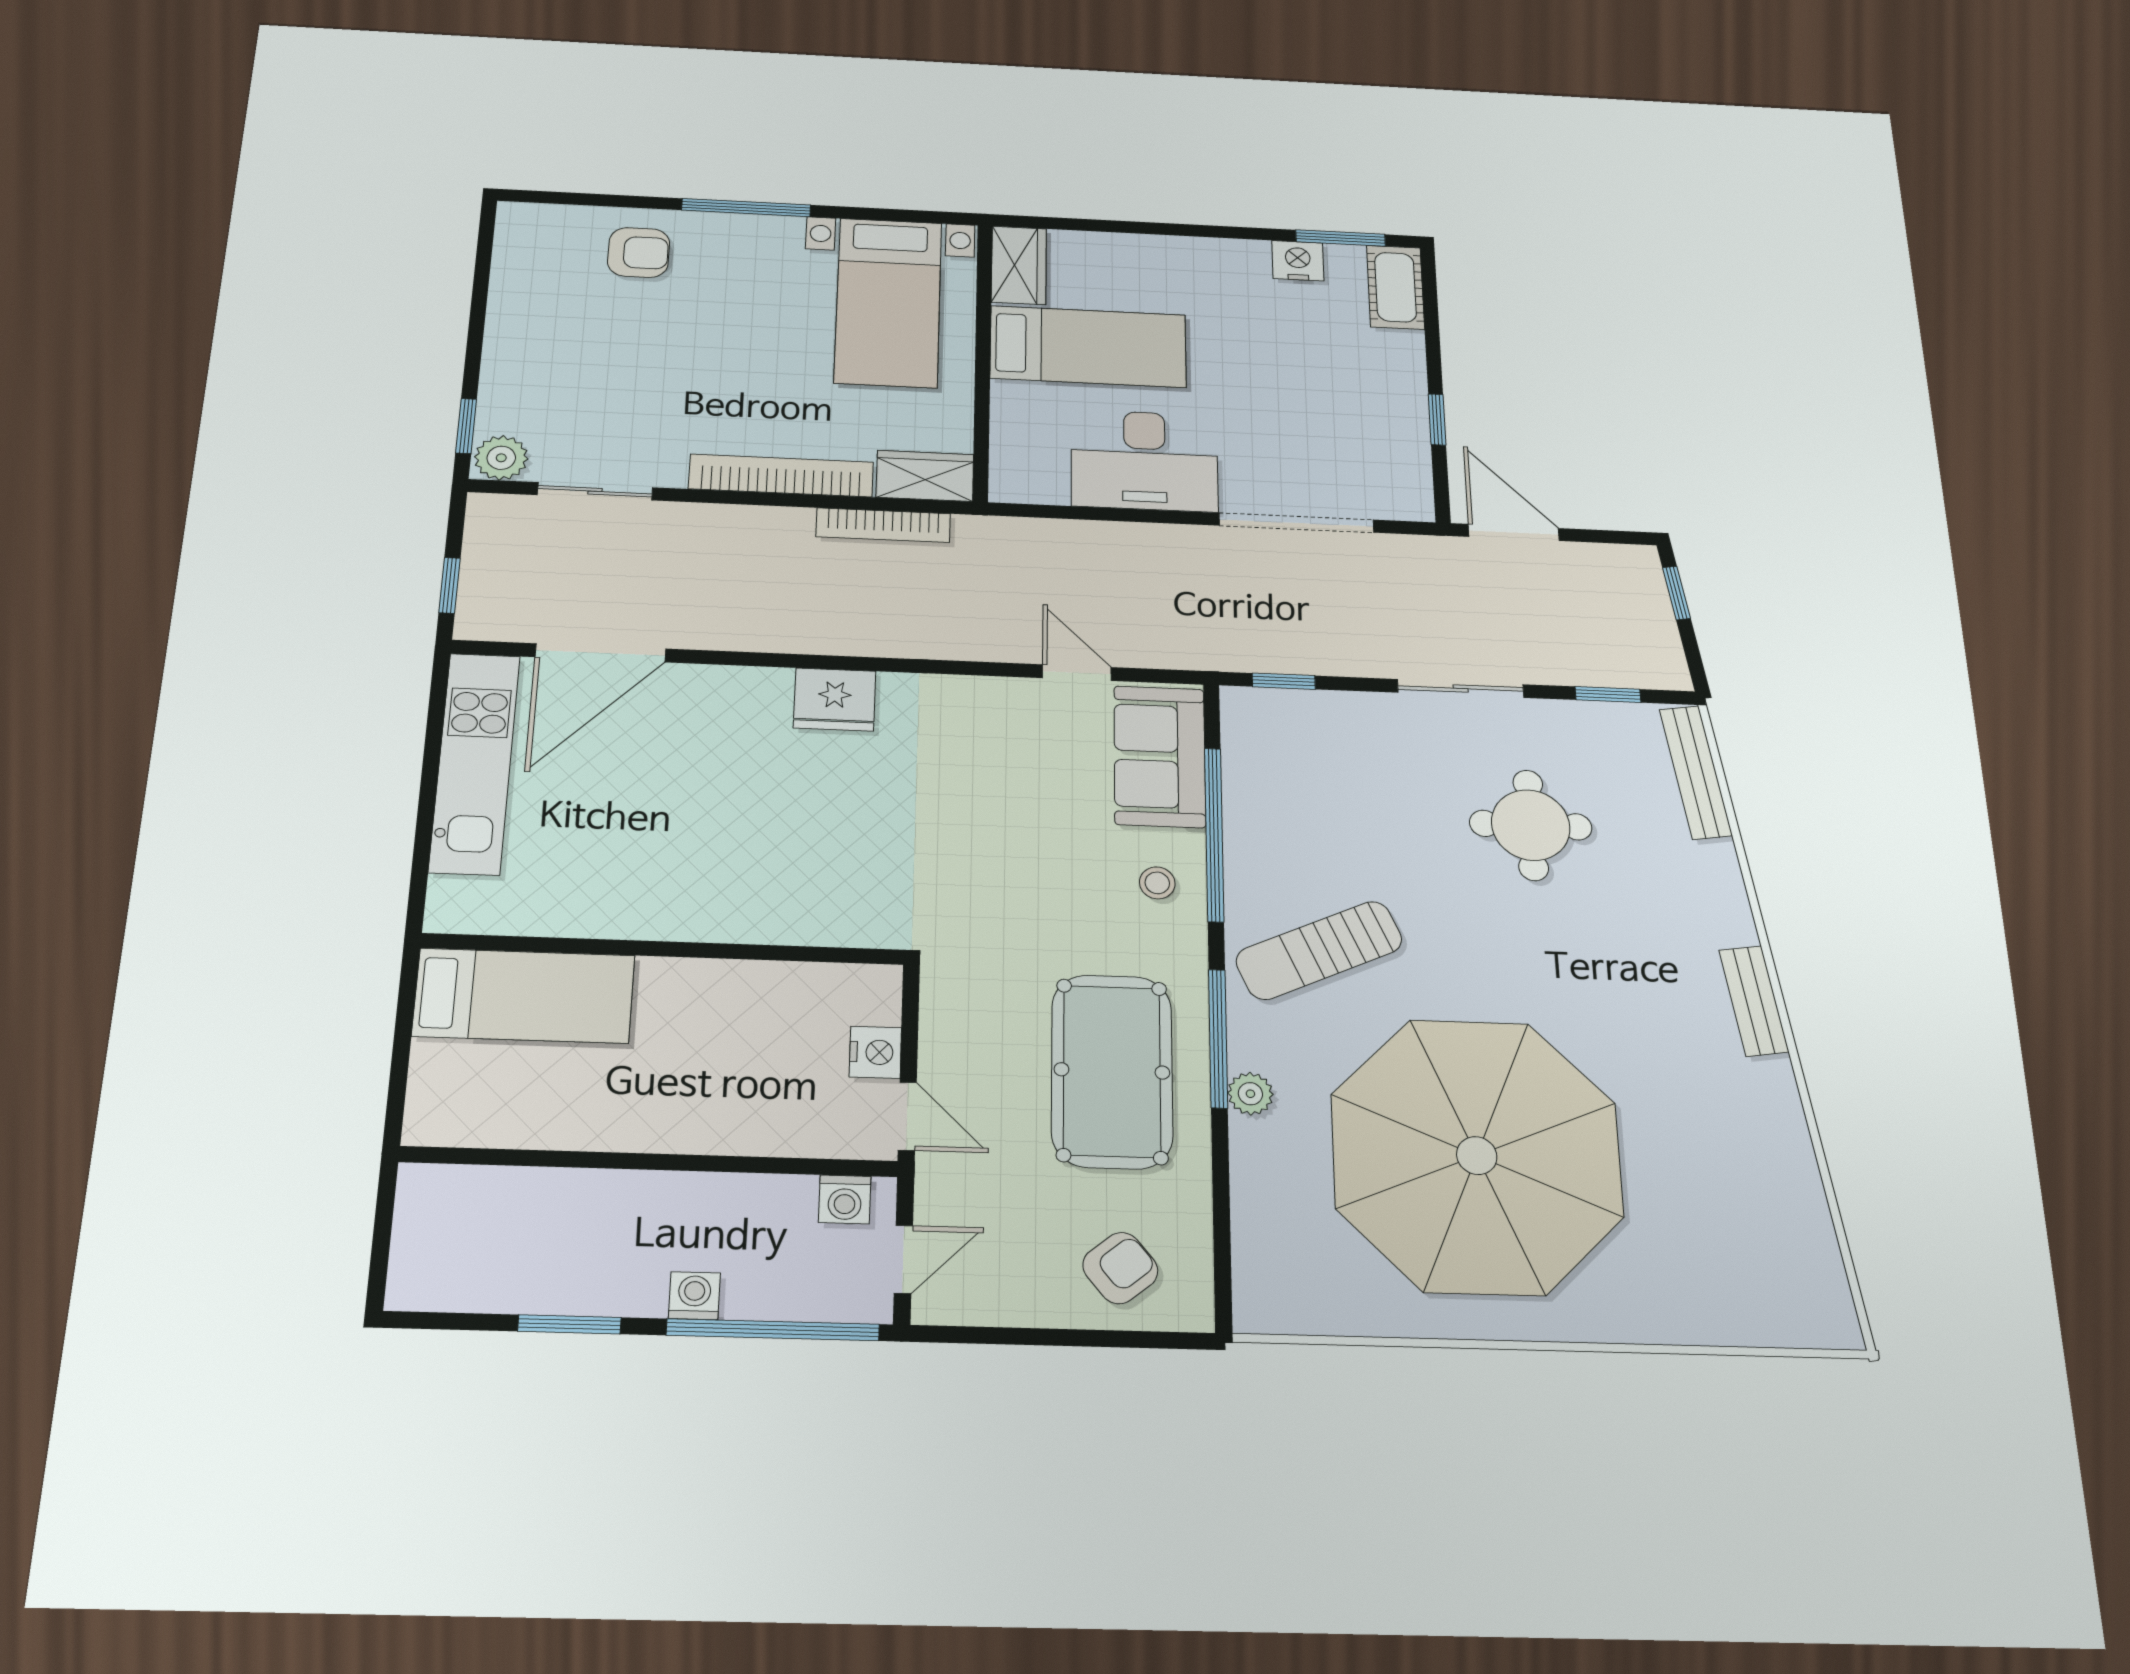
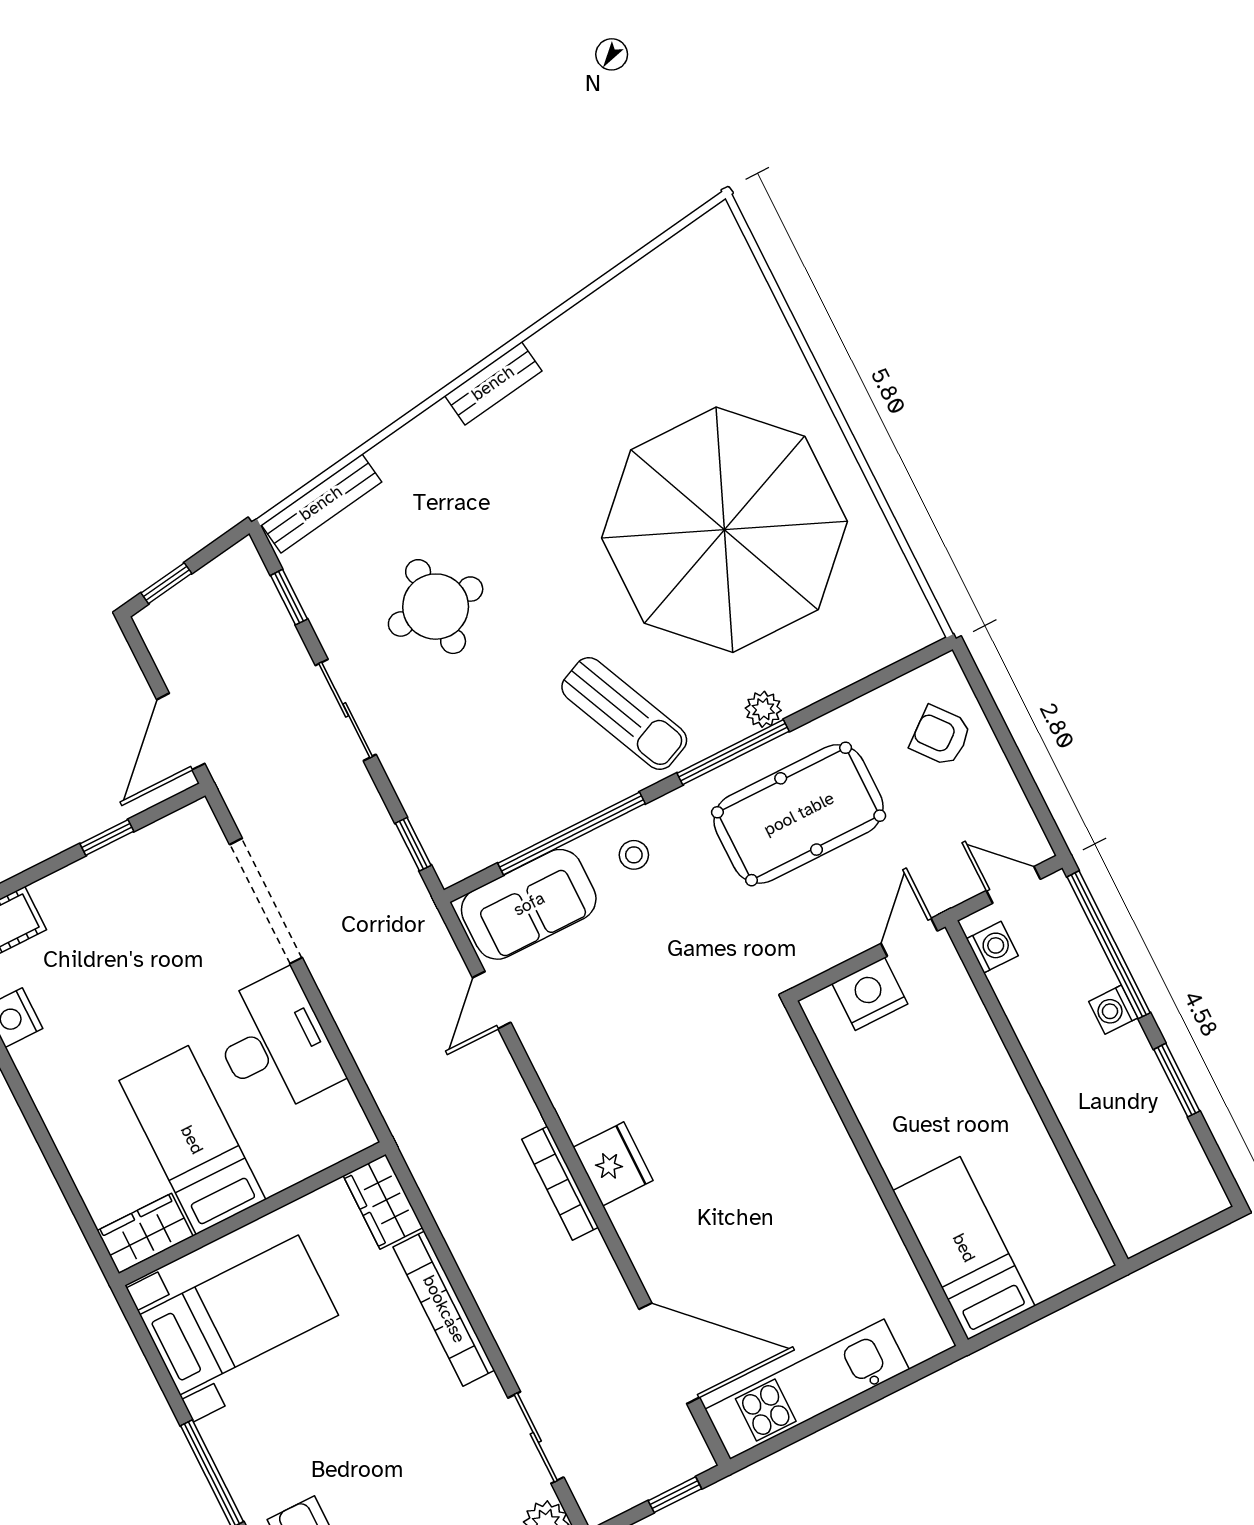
bookcase: (883, 525) -> (560, 1183), moved, turned 180
nightstand: (875, 1052) -> (870, 994), width x1.36, depth x1.33

